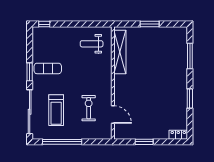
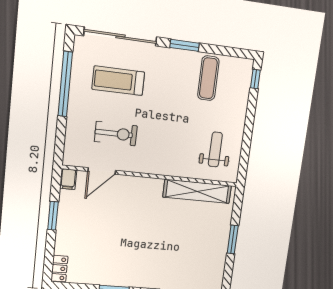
exercise mat: (48, 68) -> (208, 78), moved
filing cabinet: (120, 135) -> (68, 179), added

